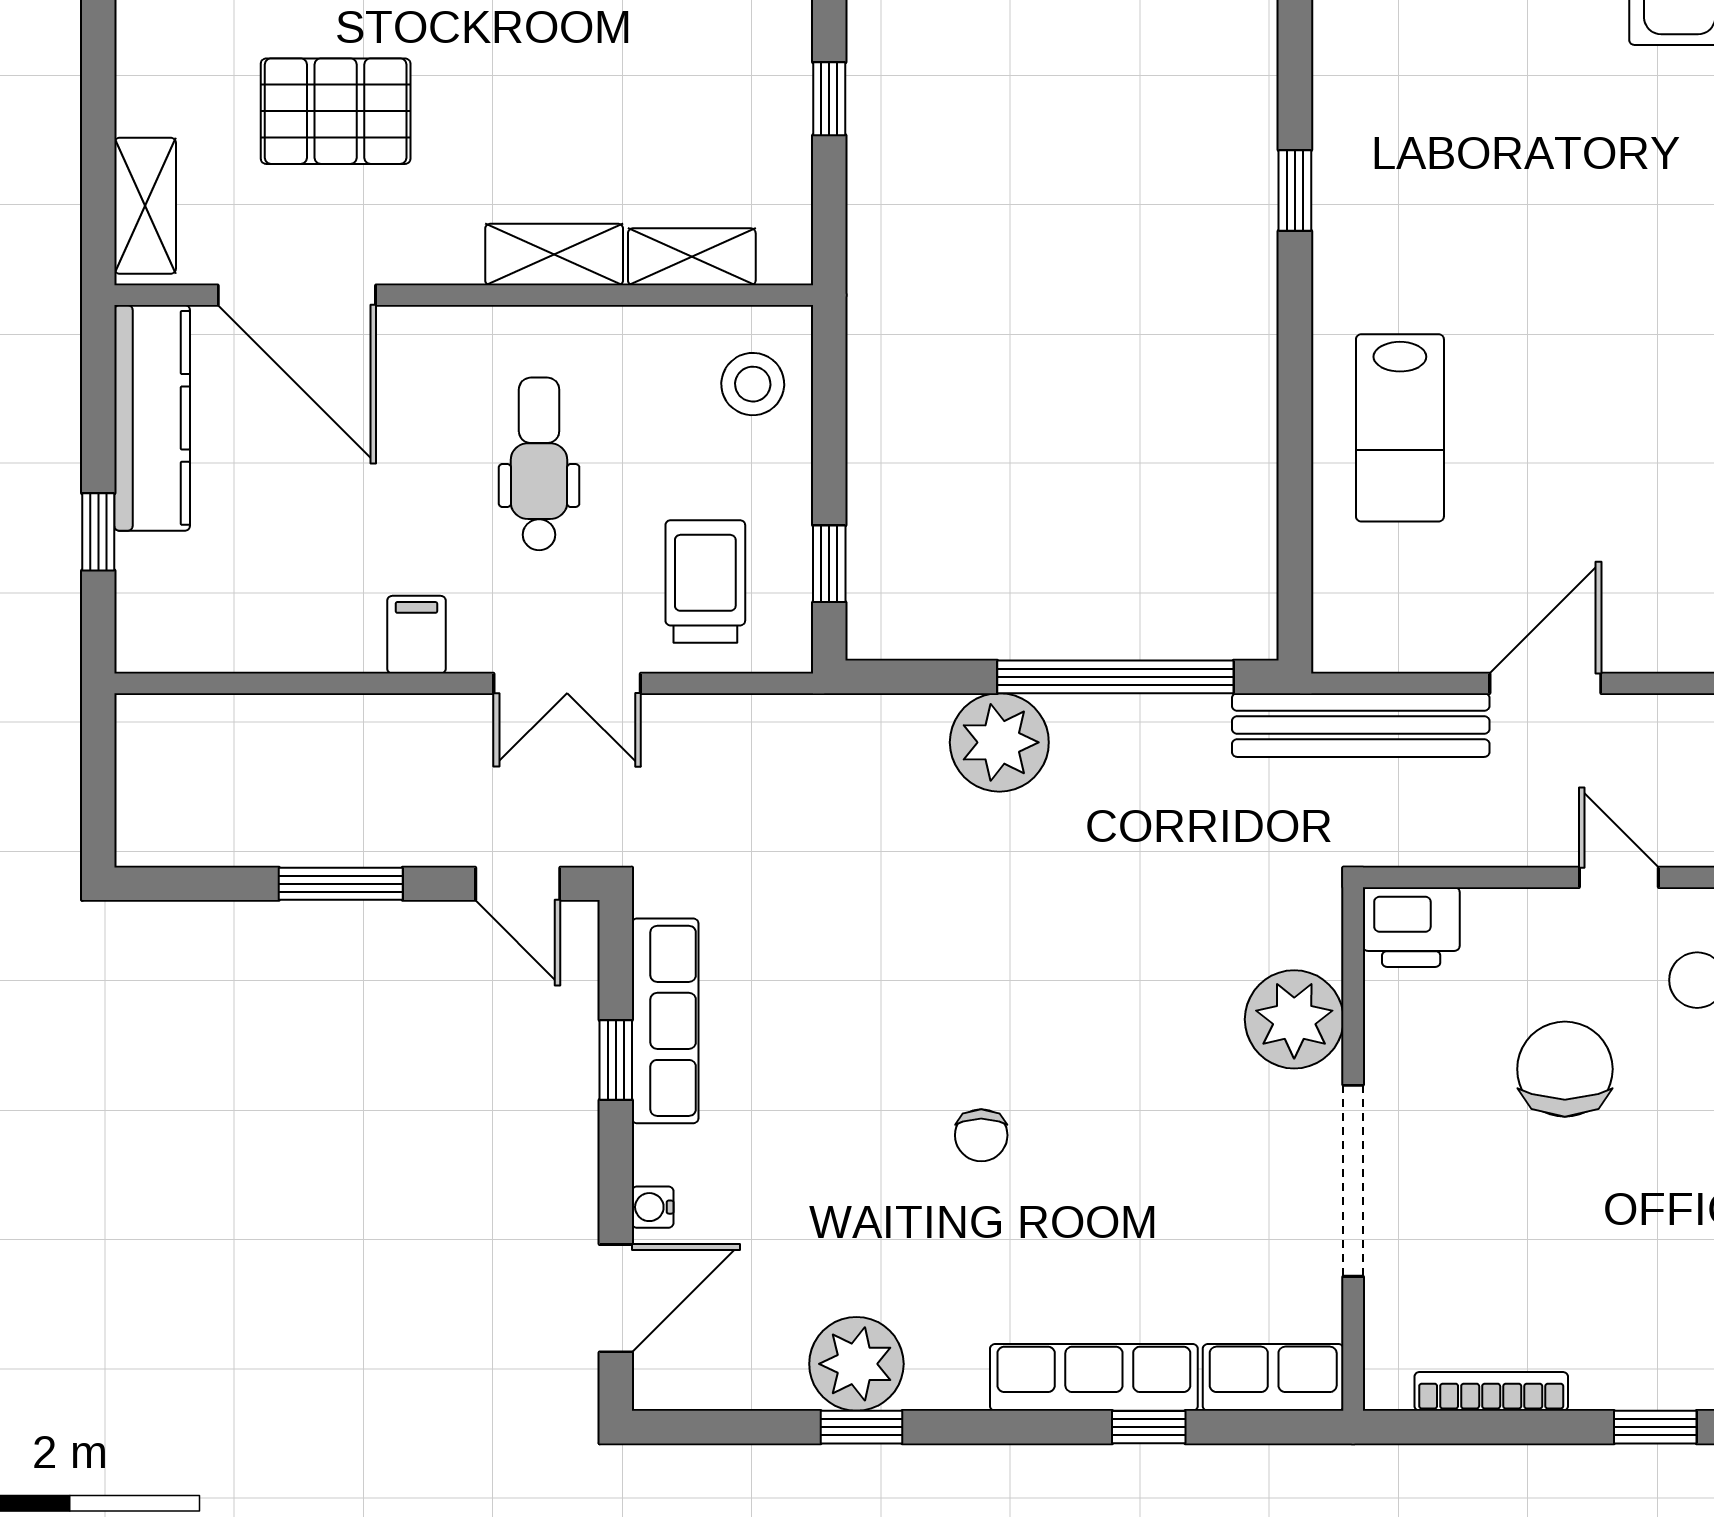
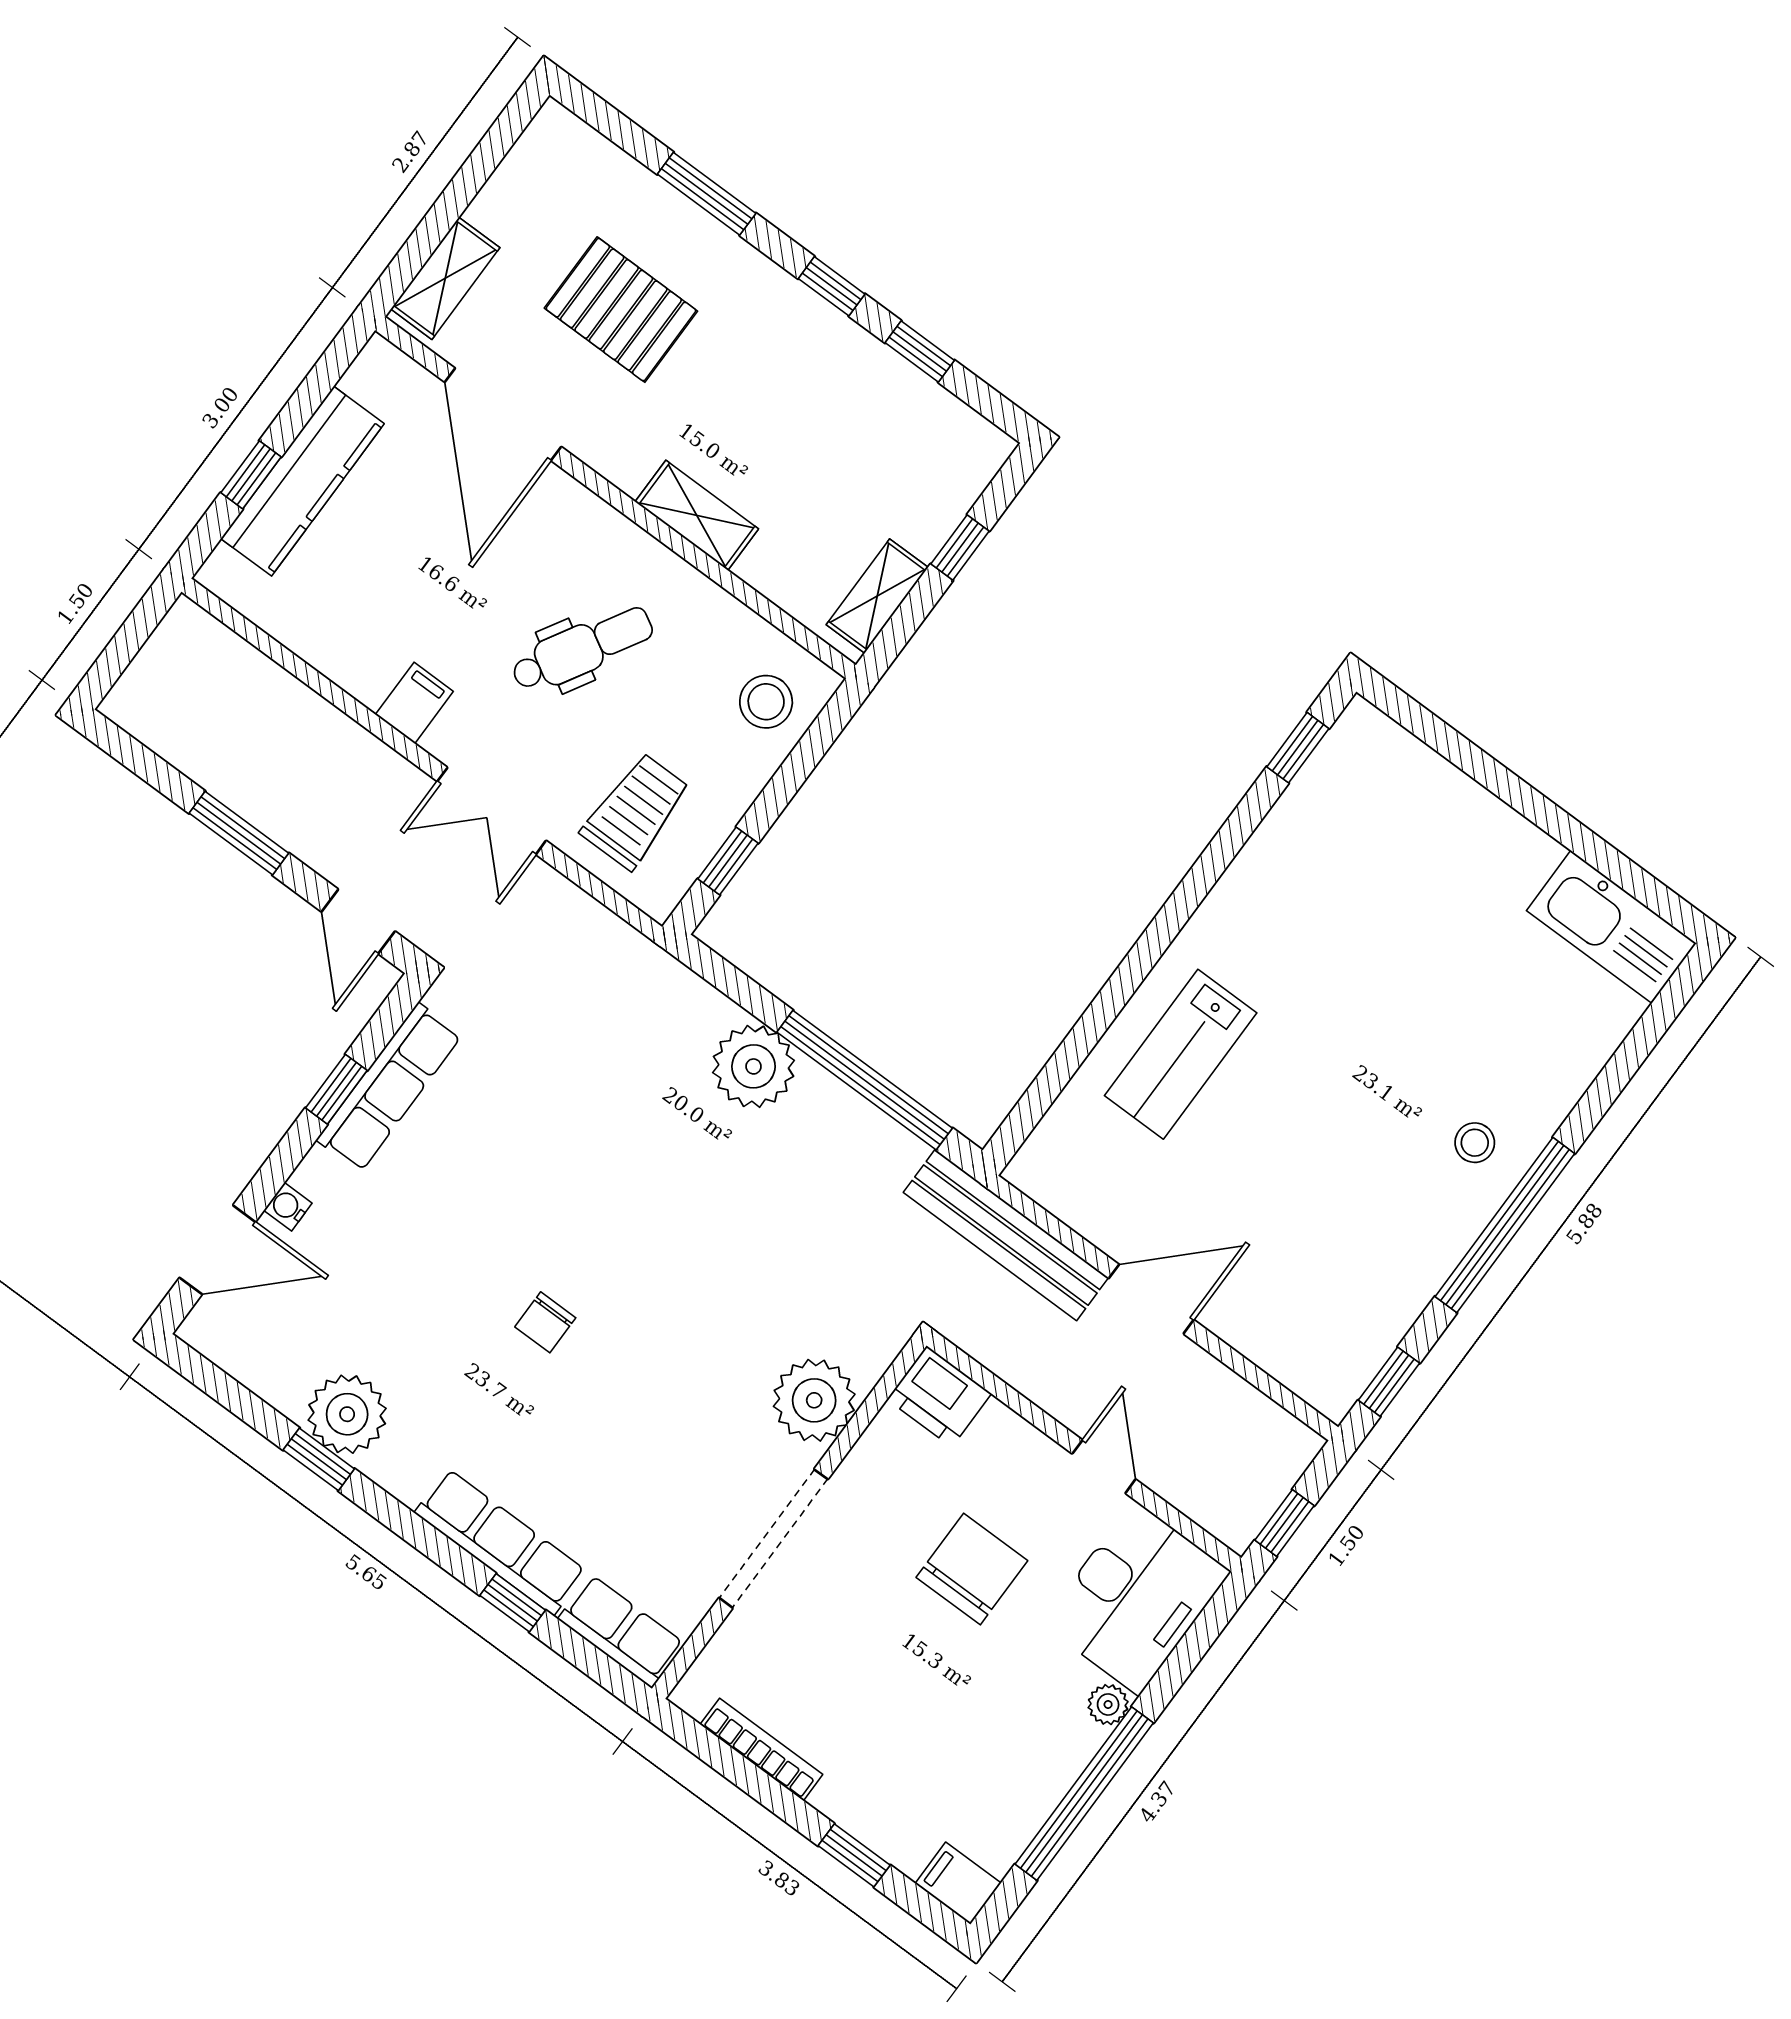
window: (1295, 191) -> (1298, 748), moved
shelving: (692, 257) -> (877, 596), moved, turned 90
kitchen counter: (152, 418) -> (303, 481), moved
dental chair: (539, 464) -> (582, 649), turned 30

